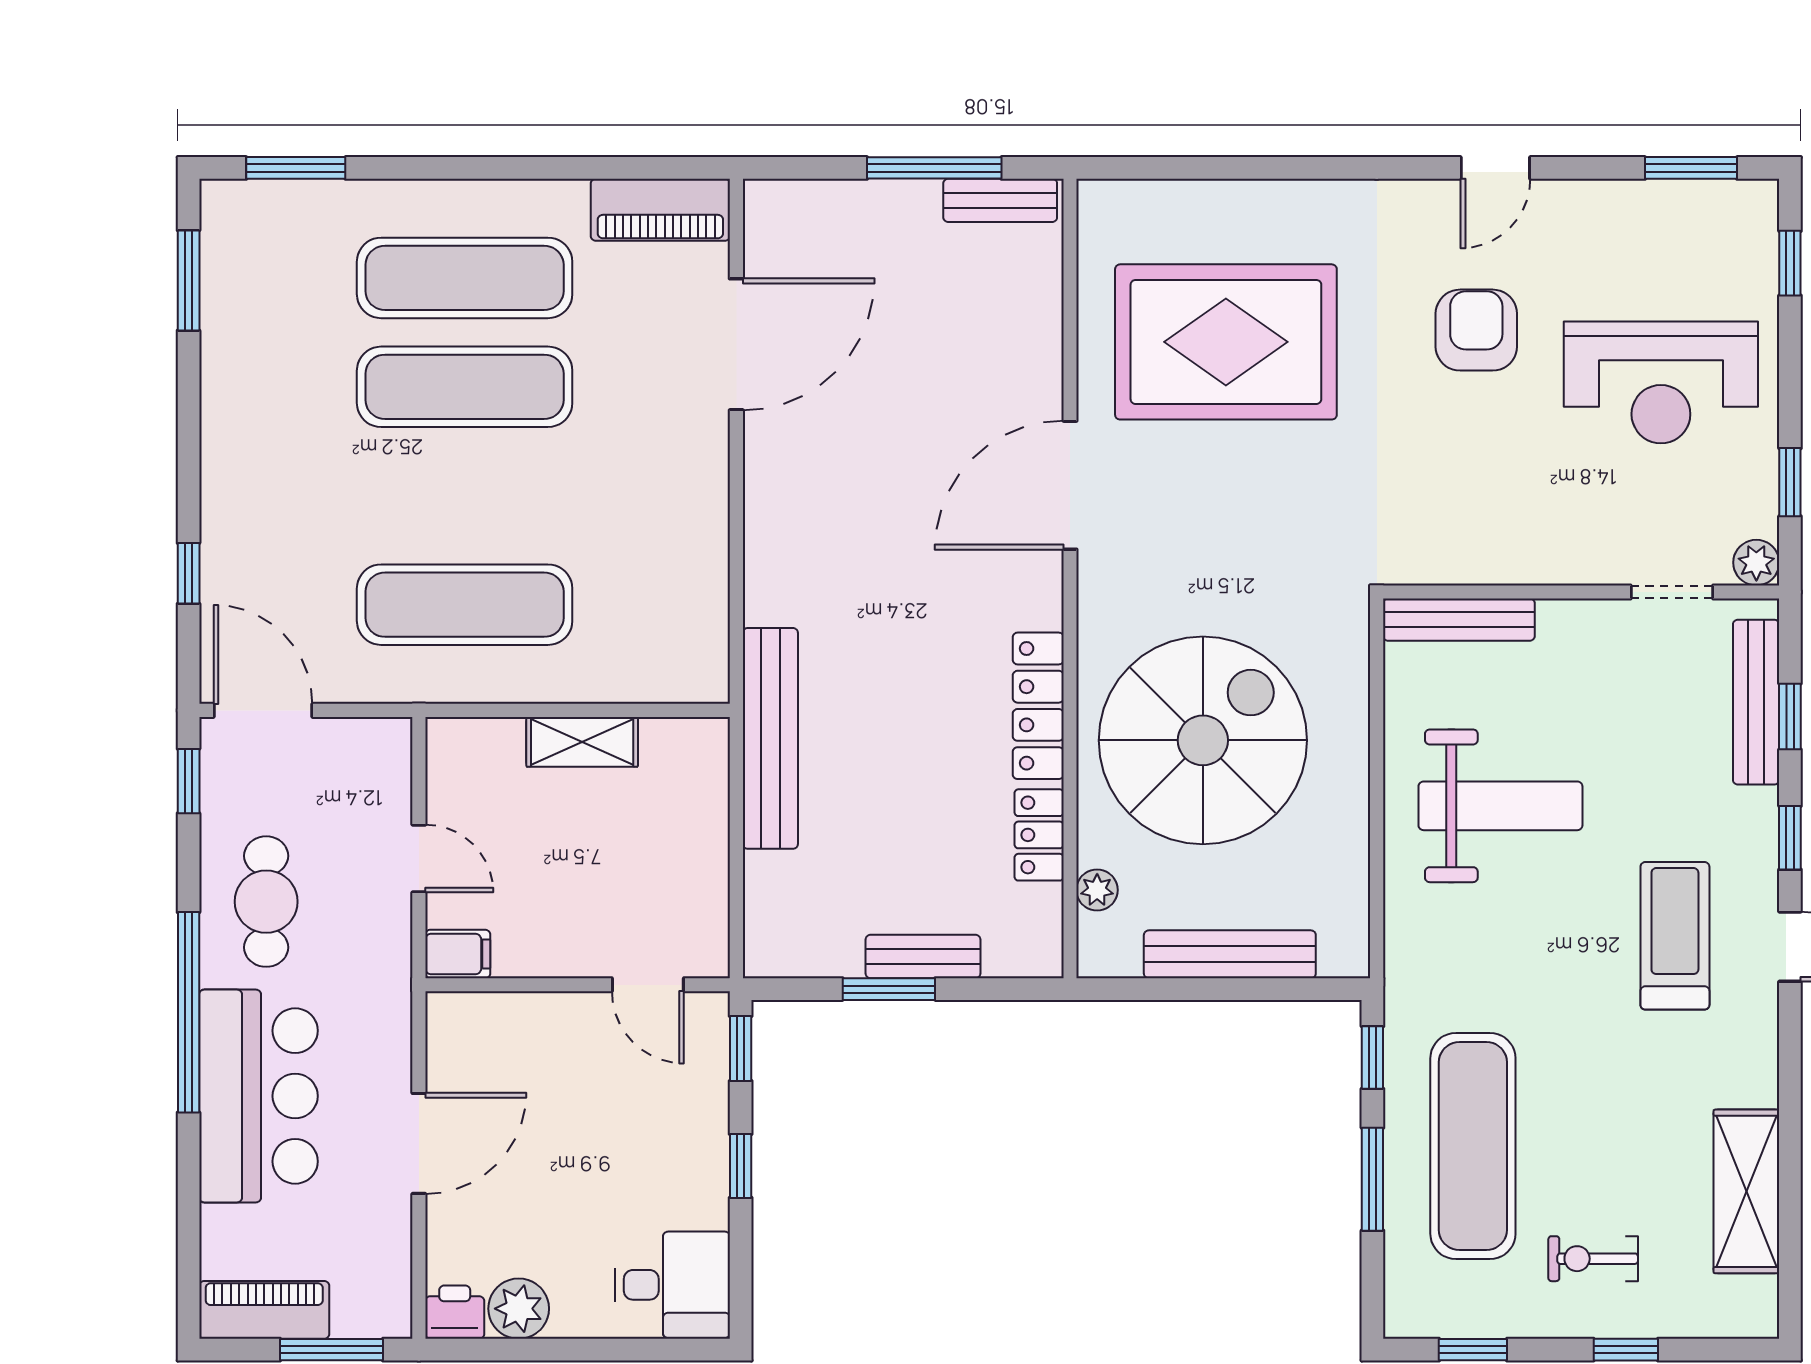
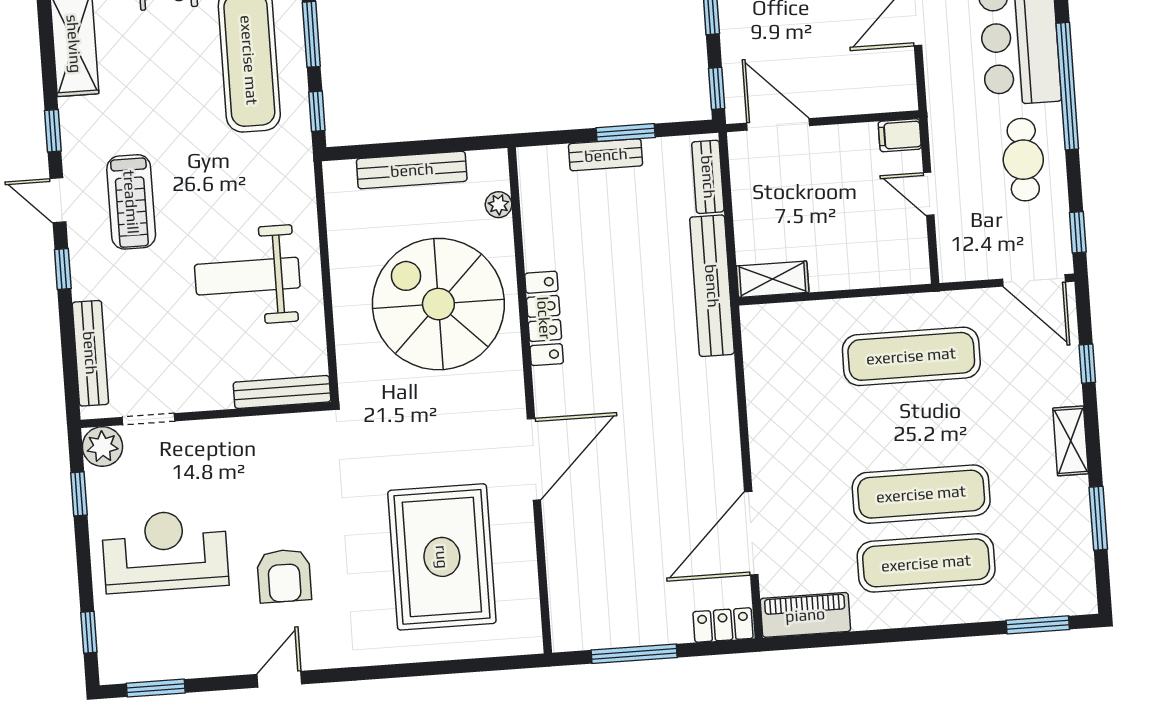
bench: (1000, 200) -> (708, 177), moved, turned 90
window: (189, 280) -> (1098, 518), moved
rug: (1226, 342) -> (442, 557), turned 90
shelving: (224, 454) -> (1071, 441), added
plant: (1756, 563) -> (102, 447), width x1.38, depth x1.38
window: (1790, 716) -> (53, 131), moved
spiral stairs: (1203, 740) -> (438, 304), turned 90
shelving: (582, 742) -> (773, 279), moved
locker: (1039, 835) -> (723, 625), moved, turned -90
door: (648, 985) -> (778, 124), width x1.38

